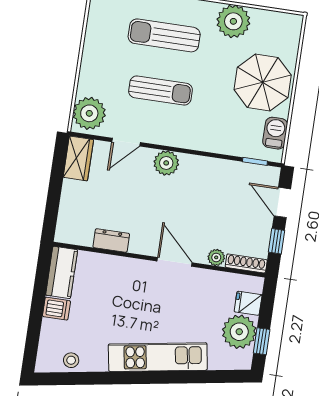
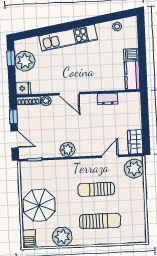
barbecue: (275, 133) -> (29, 239), moved
plant: (166, 163) -> (68, 150), moved
fridge: (248, 303) -> (23, 88), moved

